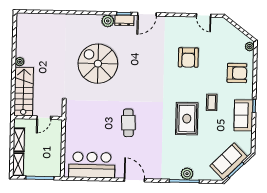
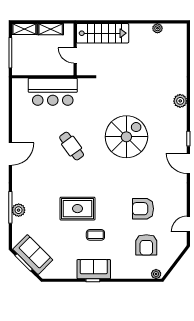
dresser: (124, 20) -> (181, 139), removed
plant: (108, 21) -> (180, 101), moved
plant: (20, 62) -> (157, 28), moved
spiral stairs: (98, 64) -> (126, 137), moved
armchair: (237, 73) -> (146, 245), moved
sofa: (243, 115) -> (94, 269), moved
cafe table: (128, 123) -> (72, 146), turned 56
bar counter: (92, 165) -> (53, 92), moved, turned 90

